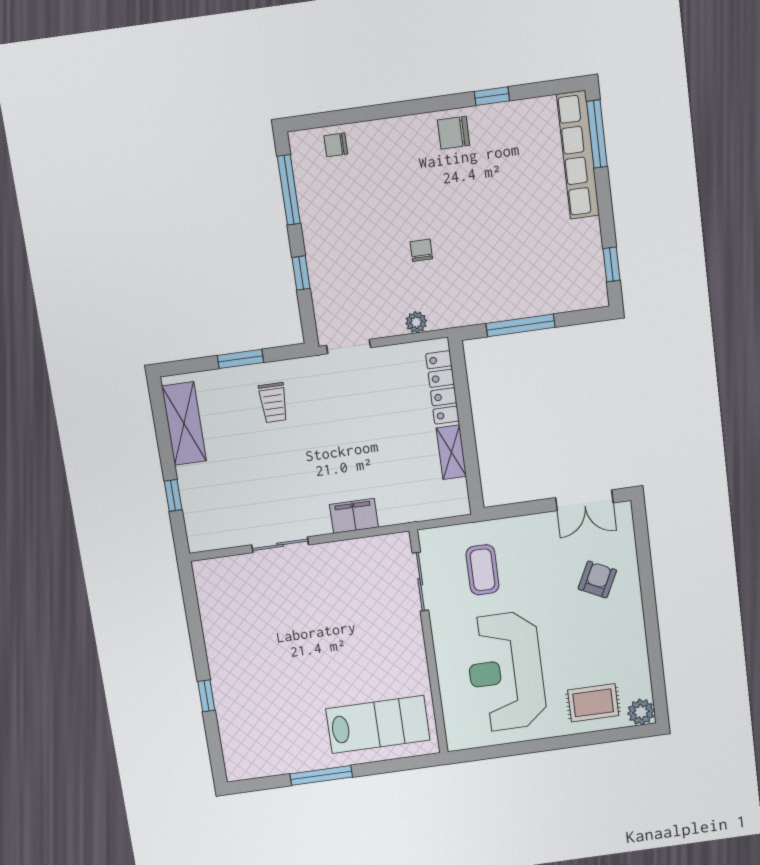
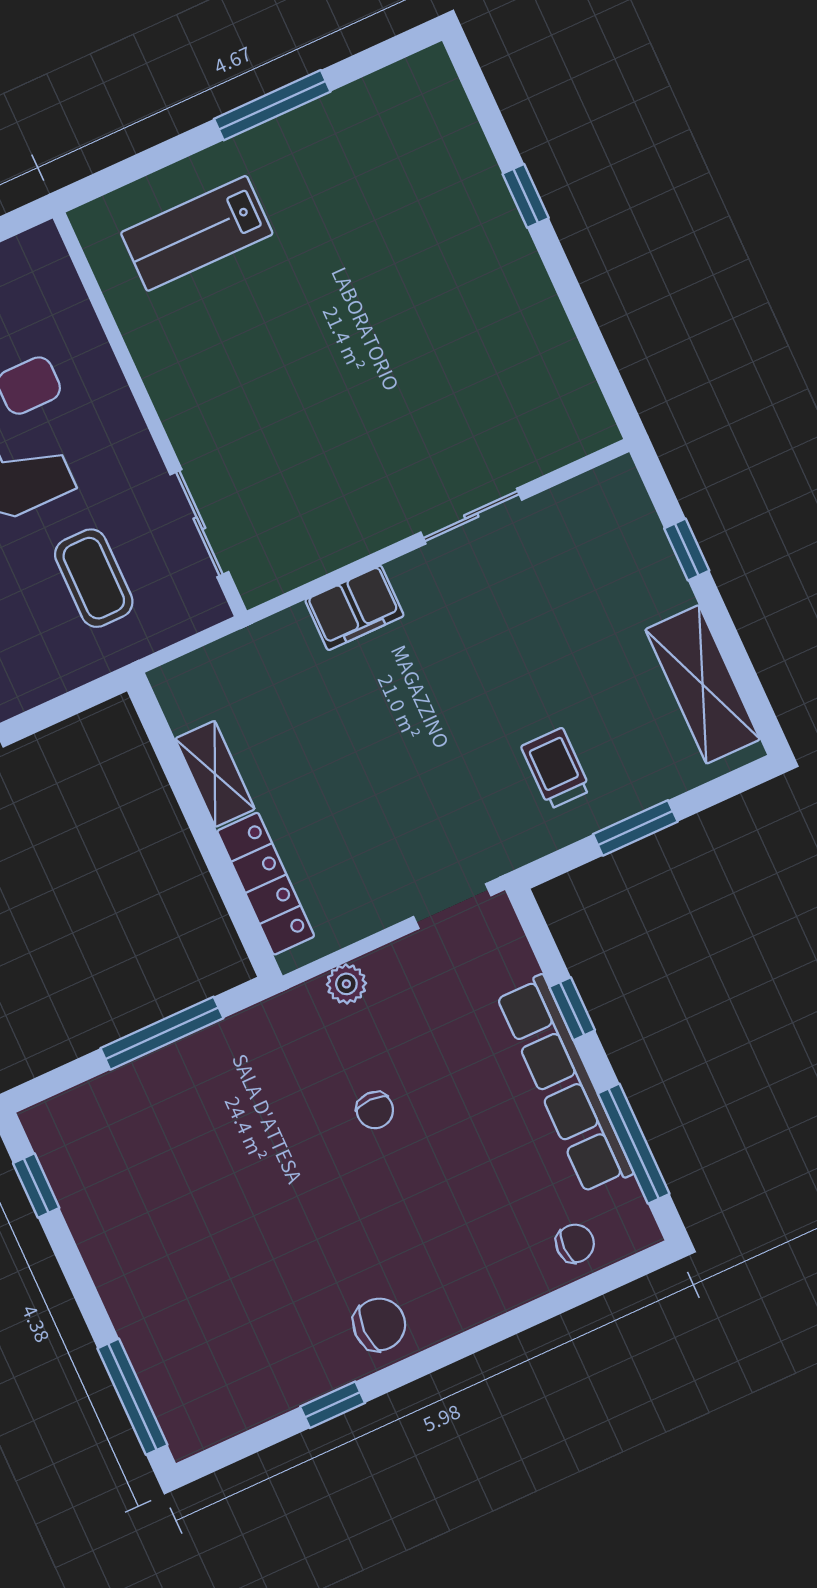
row of seats: (578, 155) -> (565, 1084), moved, turned 180
lab bench: (378, 724) -> (197, 233), width x0.73, depth x0.72

